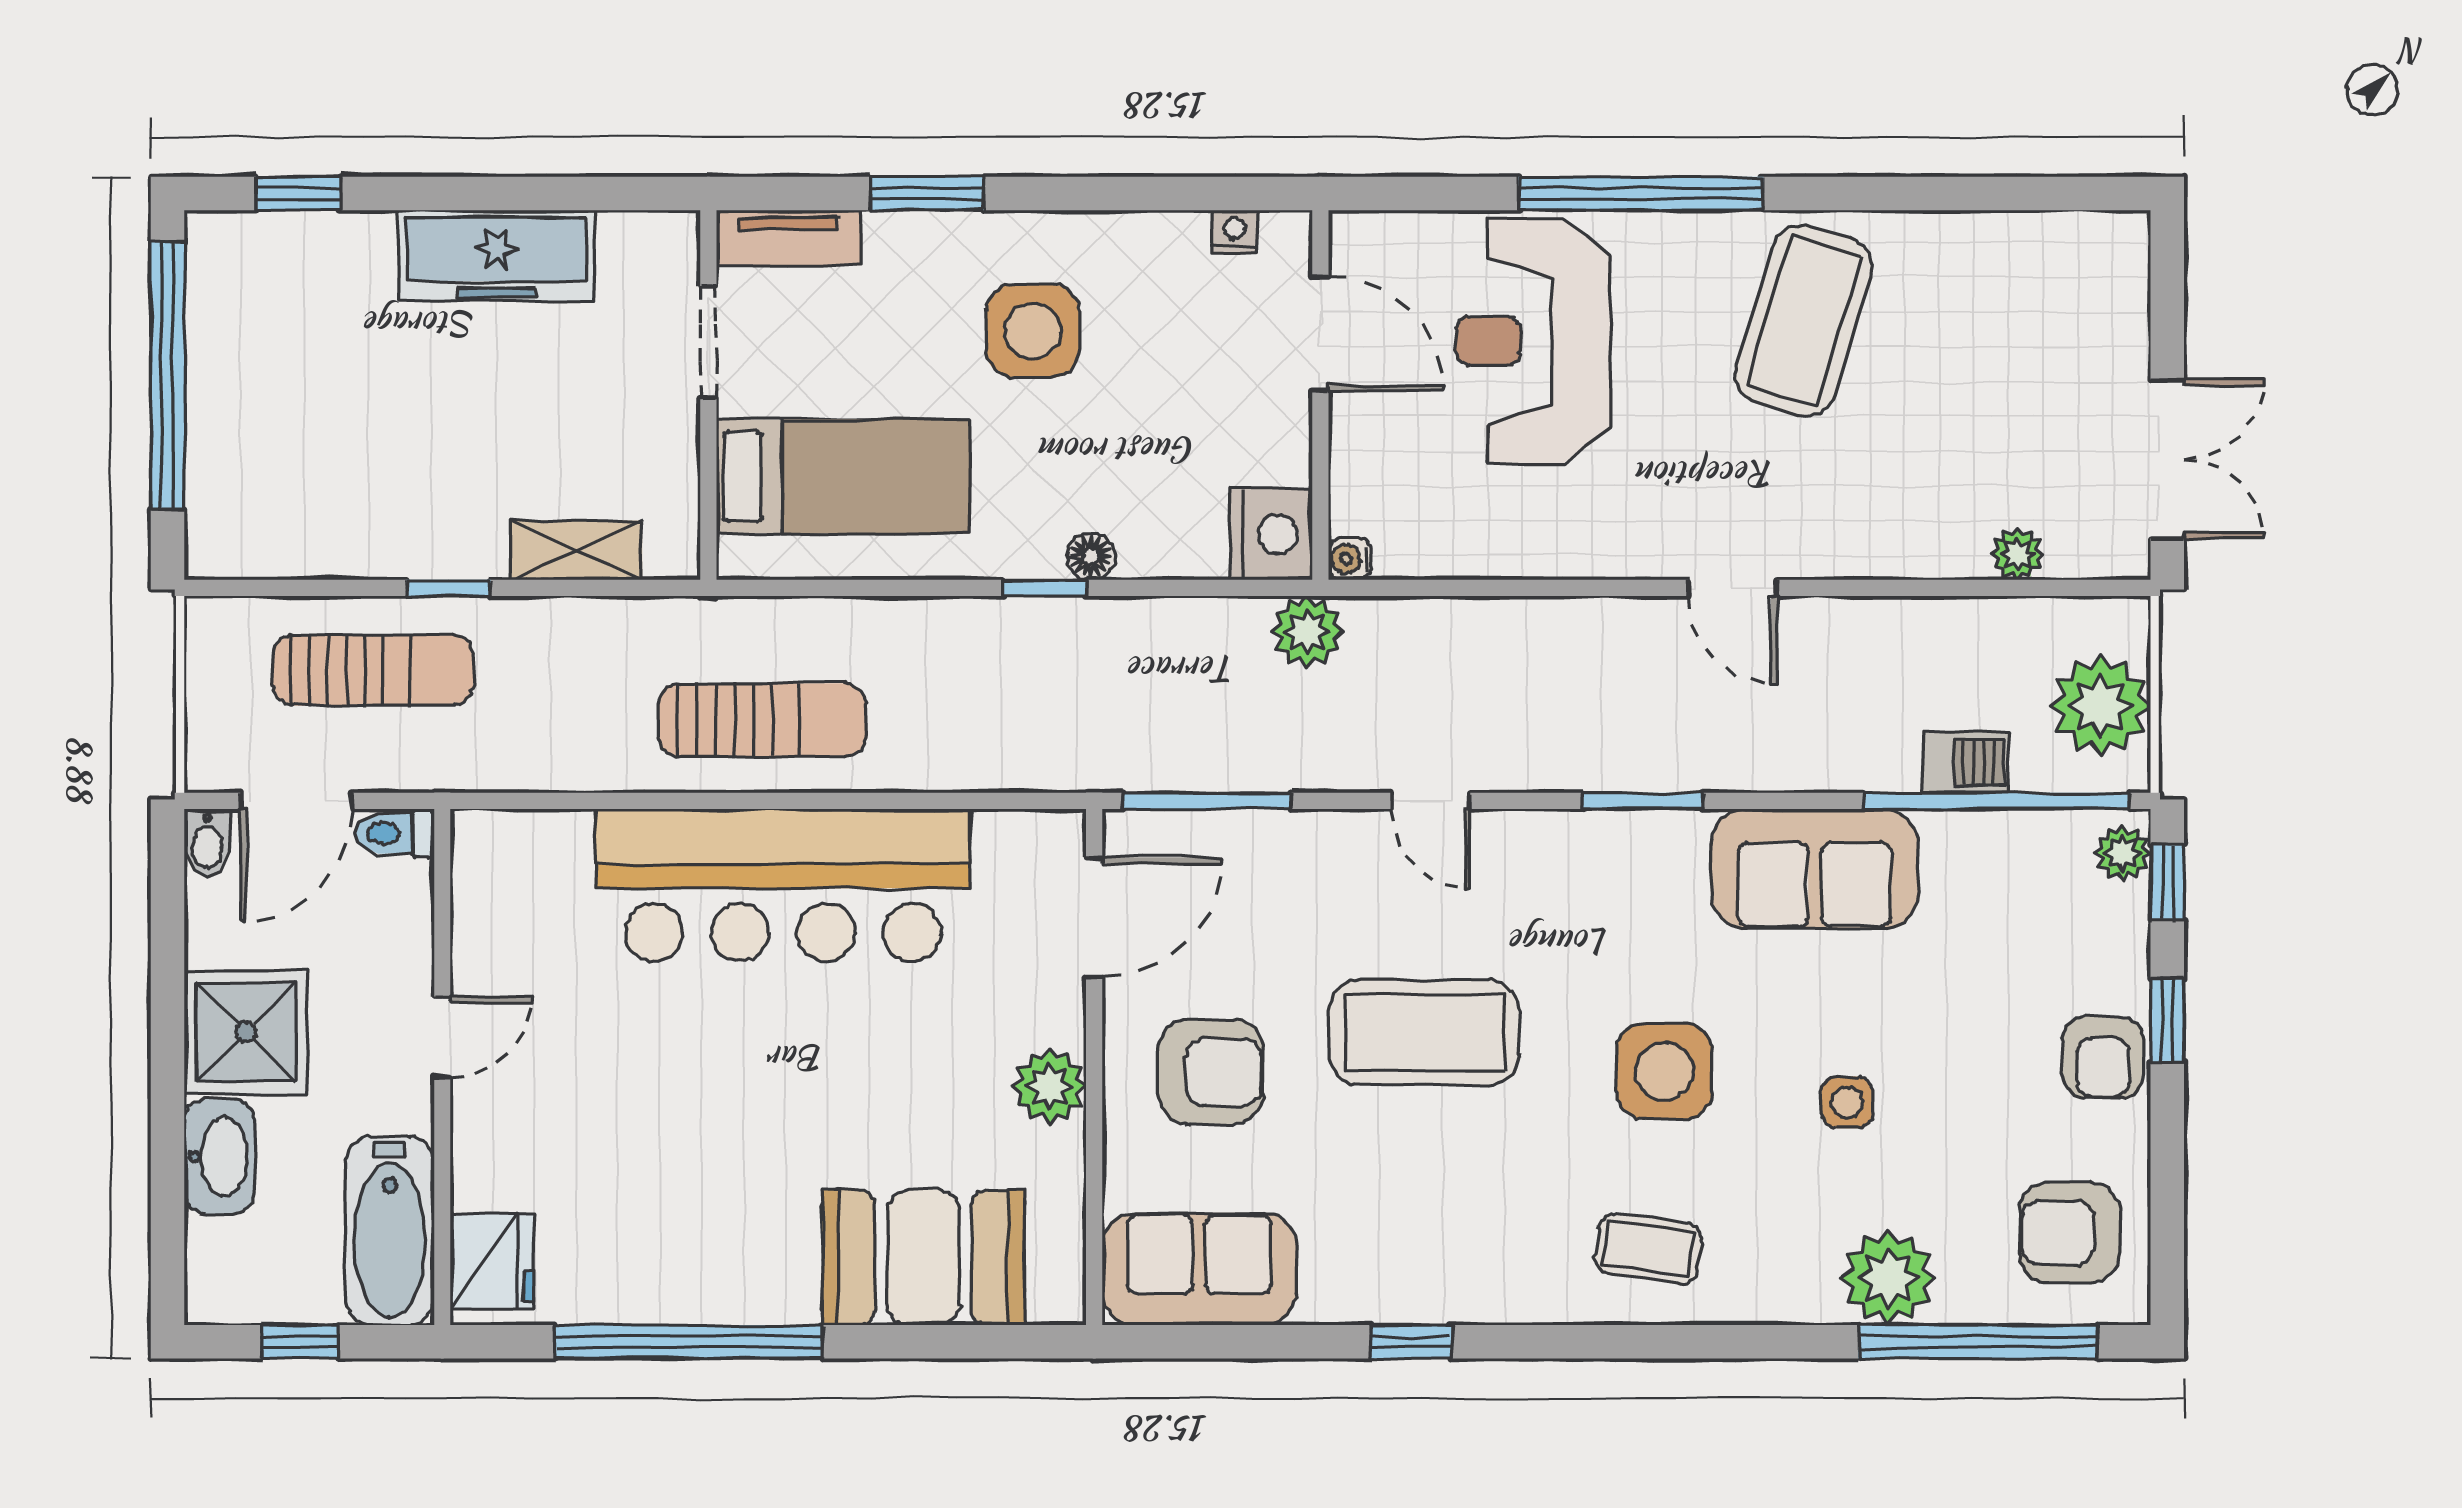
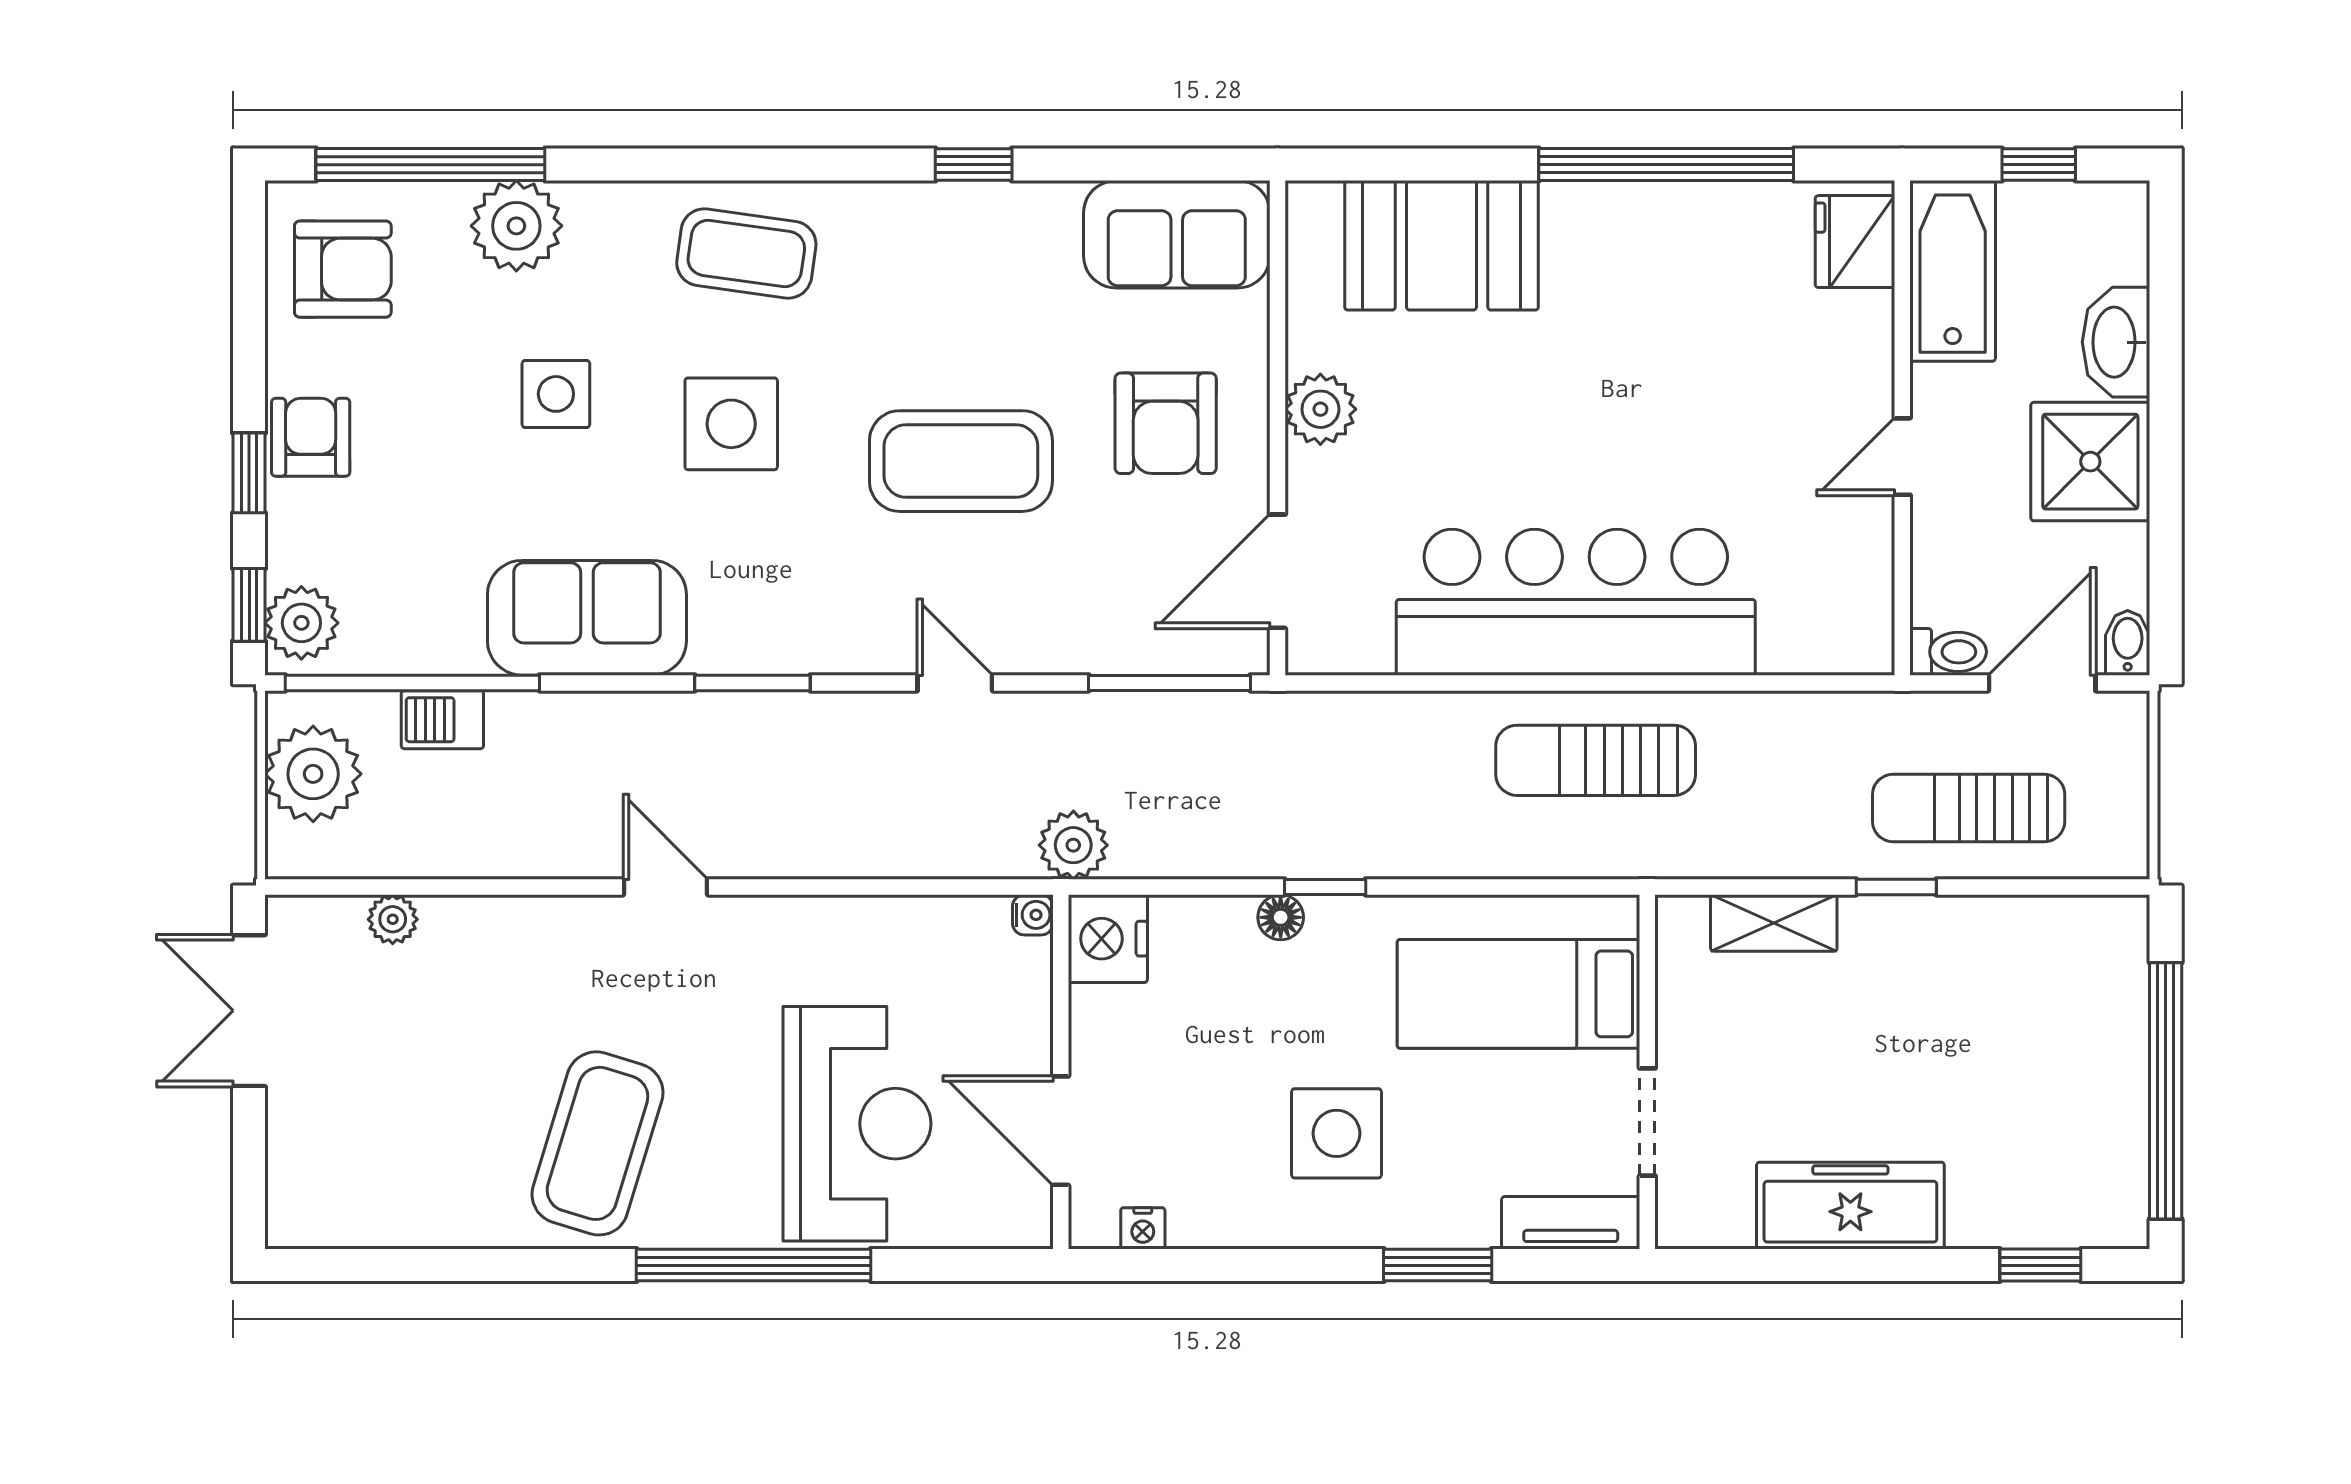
plant: (2123, 853) -> (301, 623), width x1.38, depth x1.38
armchair: (1211, 1072) -> (1166, 423), turned -90
side table: (1847, 1102) -> (556, 394), width x1.37, depth x1.37
coffee table: (1648, 1249) -> (746, 253), width x1.36, depth x1.30

